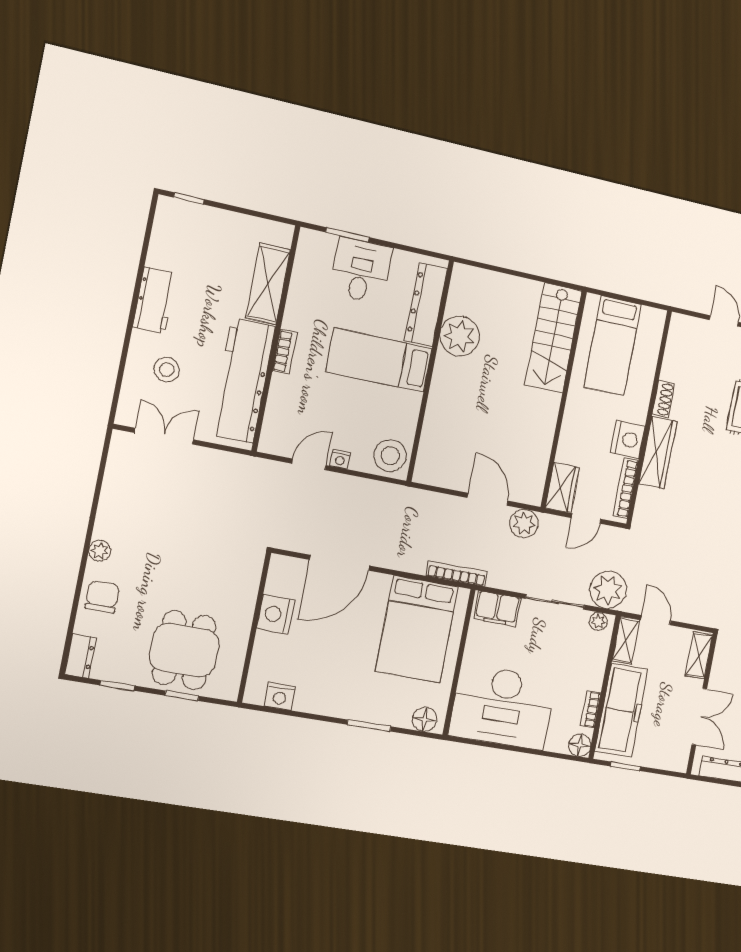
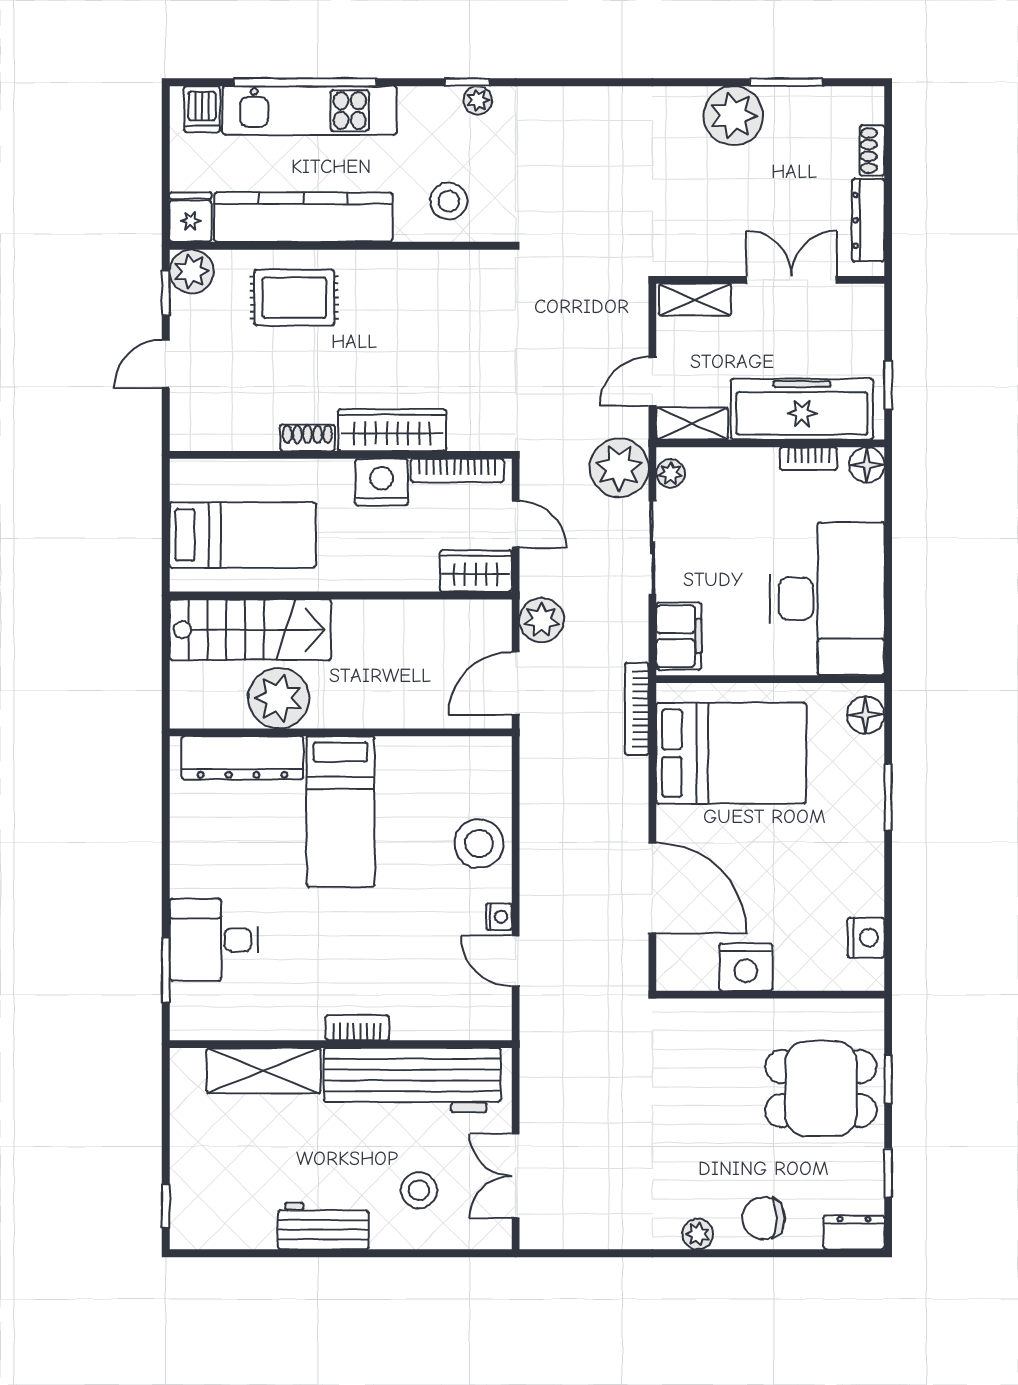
dresser: (426, 304) -> (243, 758), moved
plant: (460, 336) -> (279, 698), moved
bed: (379, 360) -> (340, 812), moved
wall: (430, 371) -> (341, 732), moved

